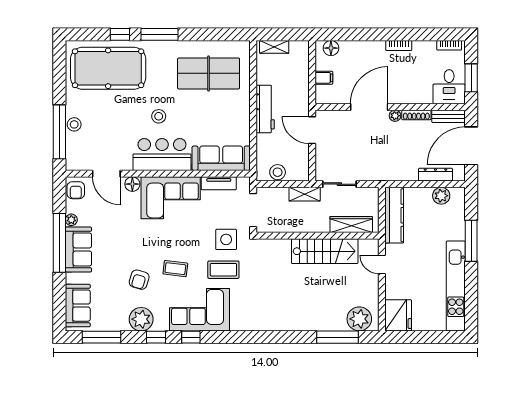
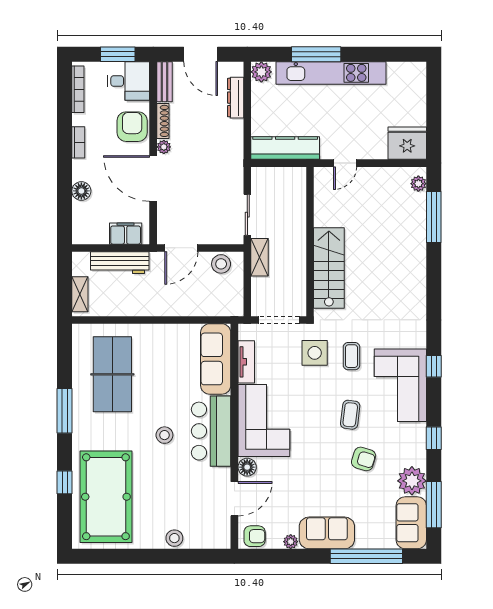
window: (160, 34) -> (65, 411), moved
bookcase: (449, 45) -> (78, 89), width x1.56
floor lamp: (331, 48) -> (81, 191), moved
filing cabinet: (324, 78) -> (126, 234), width x2.00
armchair: (412, 90) -> (132, 127), added
workbench: (265, 109) -> (120, 263), moved, turned 180
window: (59, 132) -> (183, 556), removed
door: (471, 146) -> (201, 54), width x0.73
stool: (278, 172) -> (221, 264), moved
plant: (441, 196) -> (261, 72), moved
wardrobe: (351, 224) -> (296, 200), removed
window: (59, 243) -> (366, 556), moved
stairs: (325, 251) -> (329, 268), moved
coffee table: (223, 270) -> (351, 356), width x0.73, depth x0.77
kitchen unit: (456, 286) -> (331, 73), moved
sofa: (78, 306) -> (411, 523), moved, turned -90
plant: (141, 319) -> (412, 481), moved
plant: (359, 319) -> (418, 184), width x0.53, depth x0.53
window: (191, 337) -> (434, 366), moved

